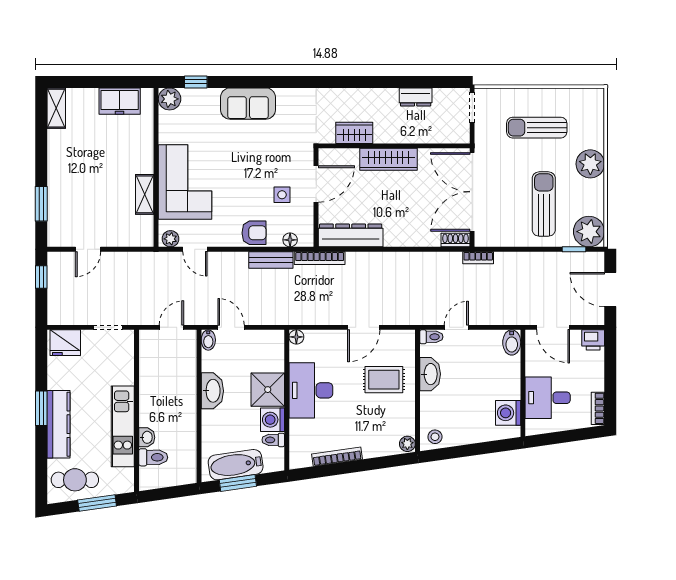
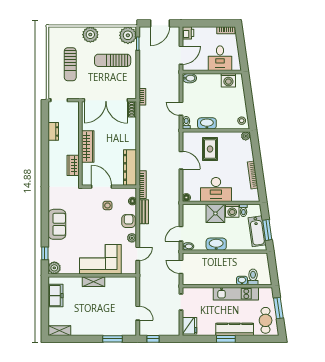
shelving: (145, 194) -> (93, 282), moved
plant: (170, 239) -> (132, 238), moved

